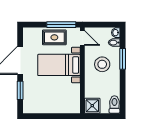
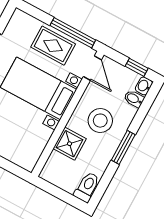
window: (106, 25) -> (137, 67), added
window: (123, 59) -> (123, 147), moved
shower: (92, 106) -> (70, 144), moved

